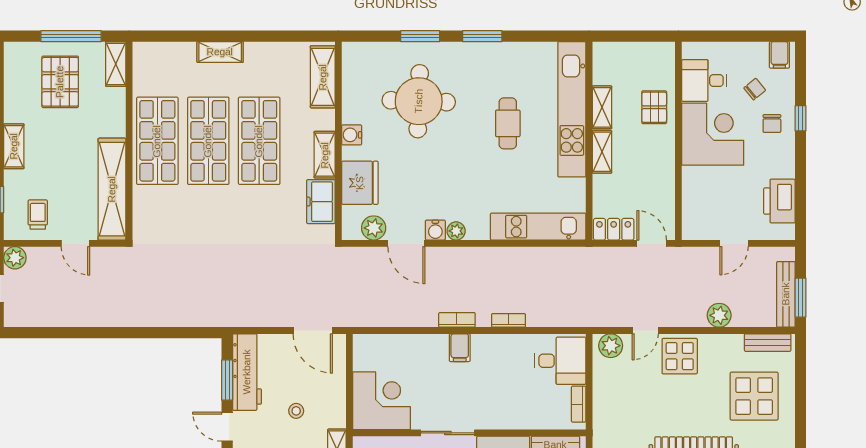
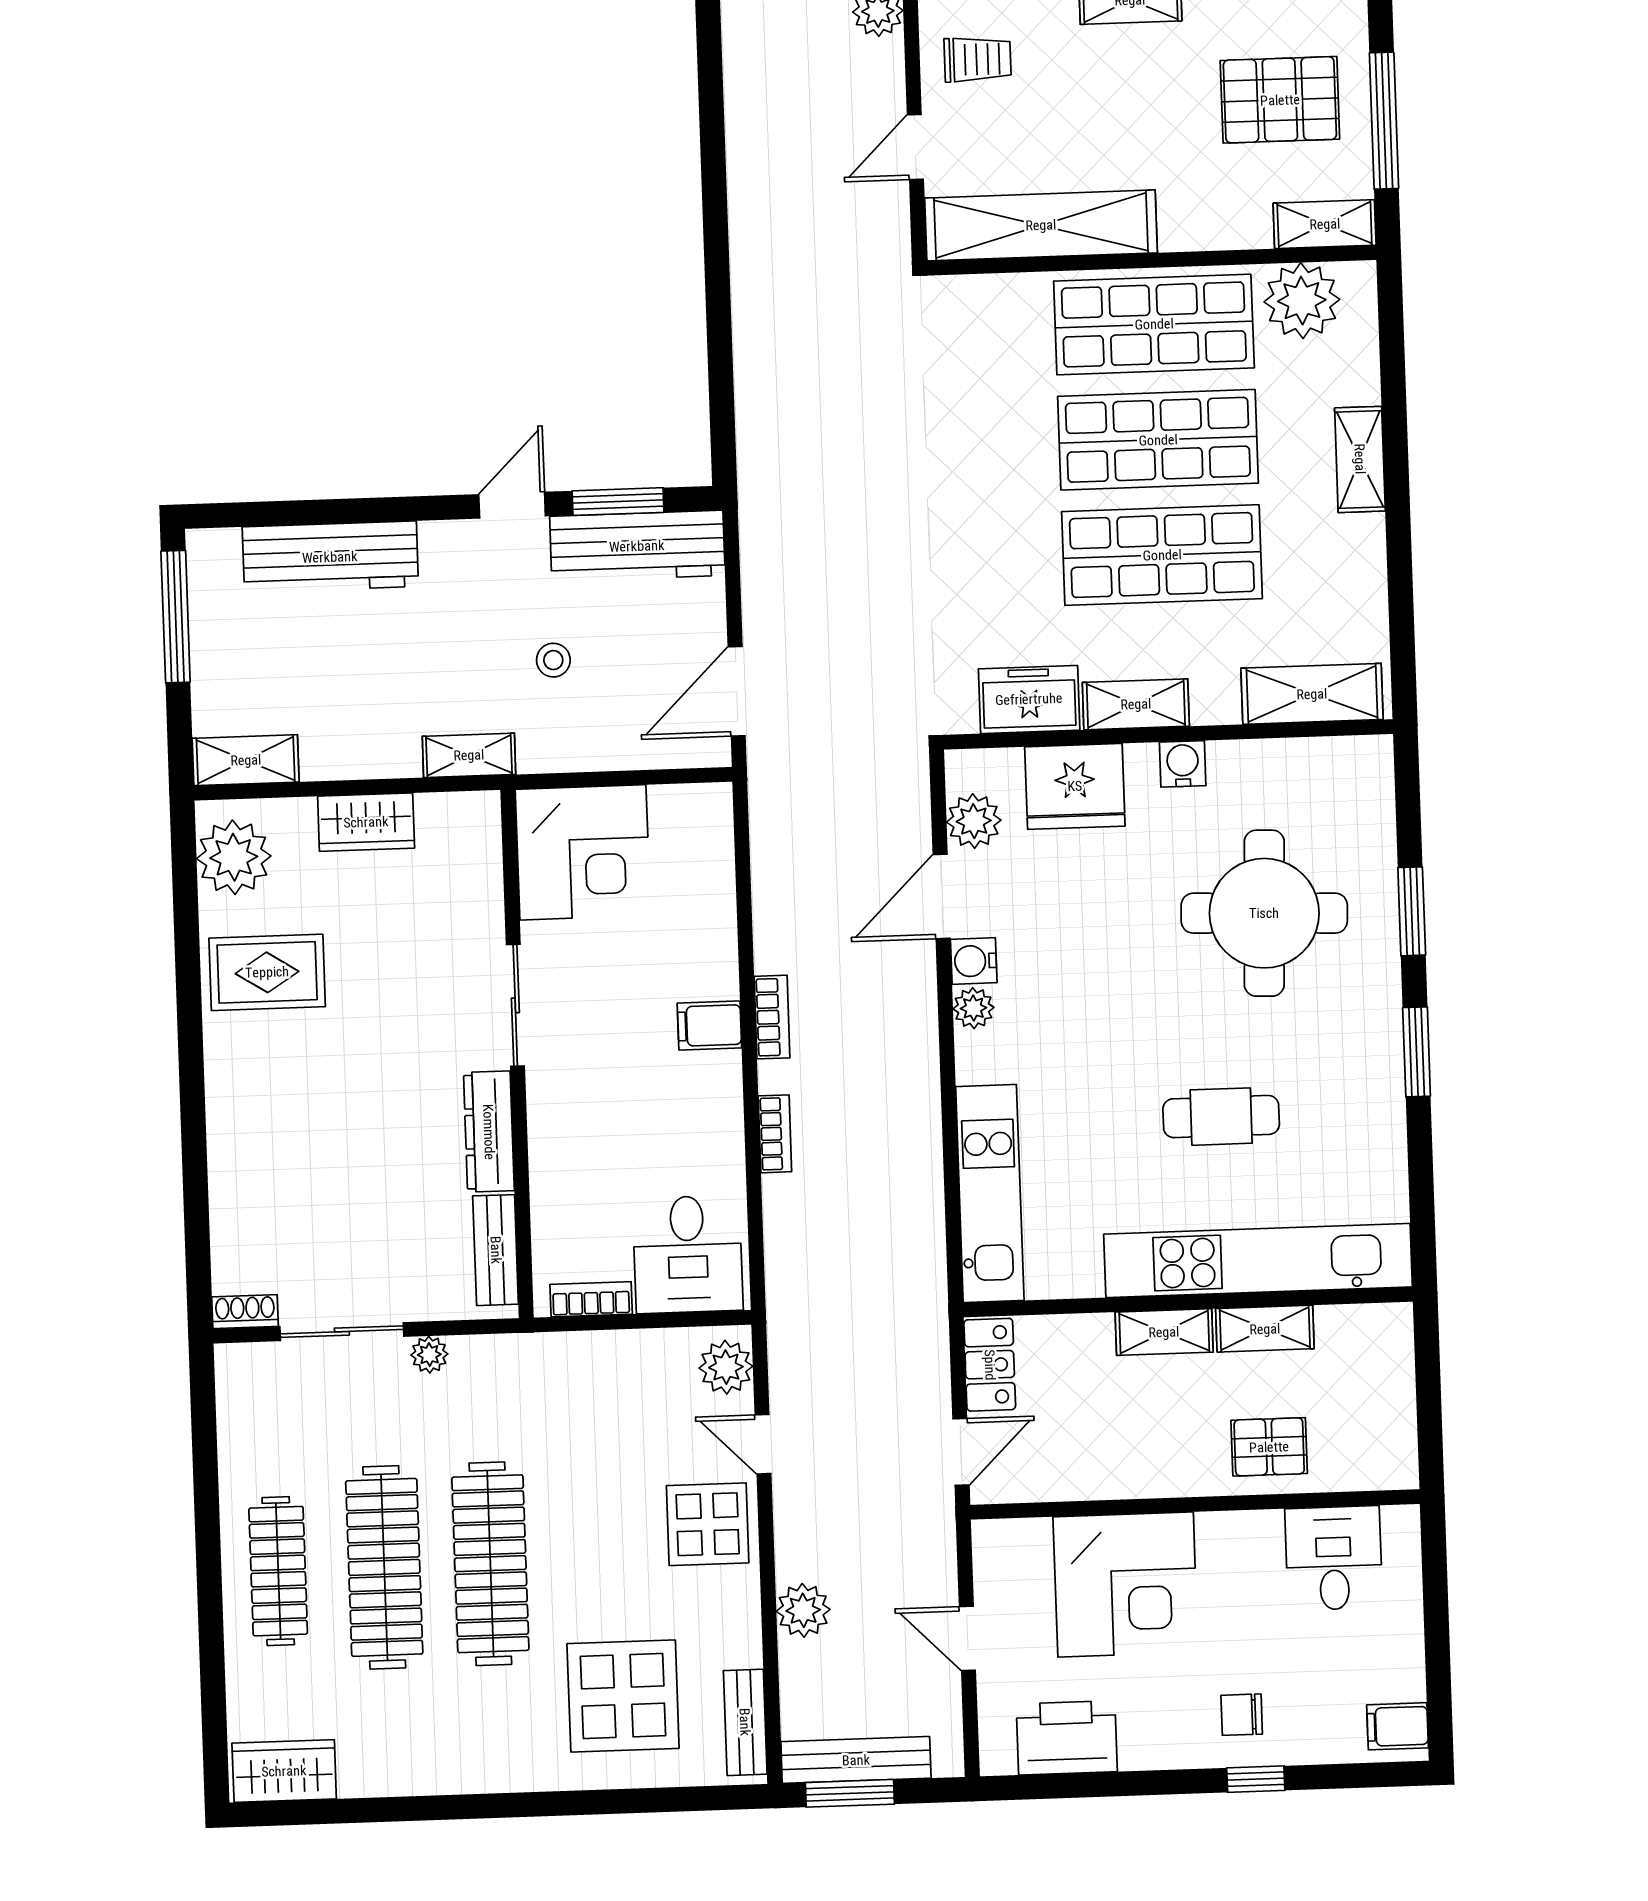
plant: (149, 75) -> (1302, 301), added
chair: (755, 89) -> (1318, 1673), removed
corner desk: (713, 134) -> (1126, 1585), moved

